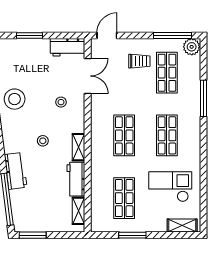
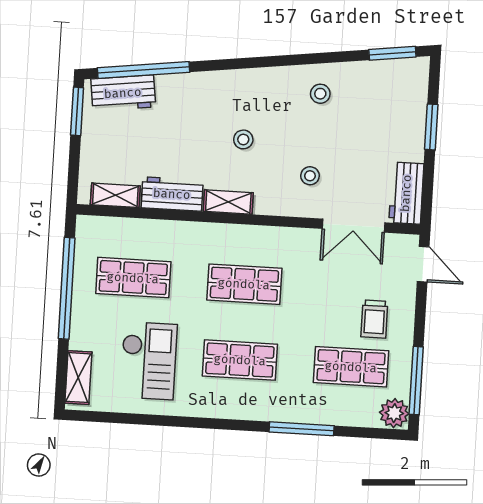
stool: (15, 99) -> (320, 94), width x0.53, depth x0.53
workbench: (16, 171) -> (123, 93), moved
window: (132, 235) -> (67, 288), width x2.11

